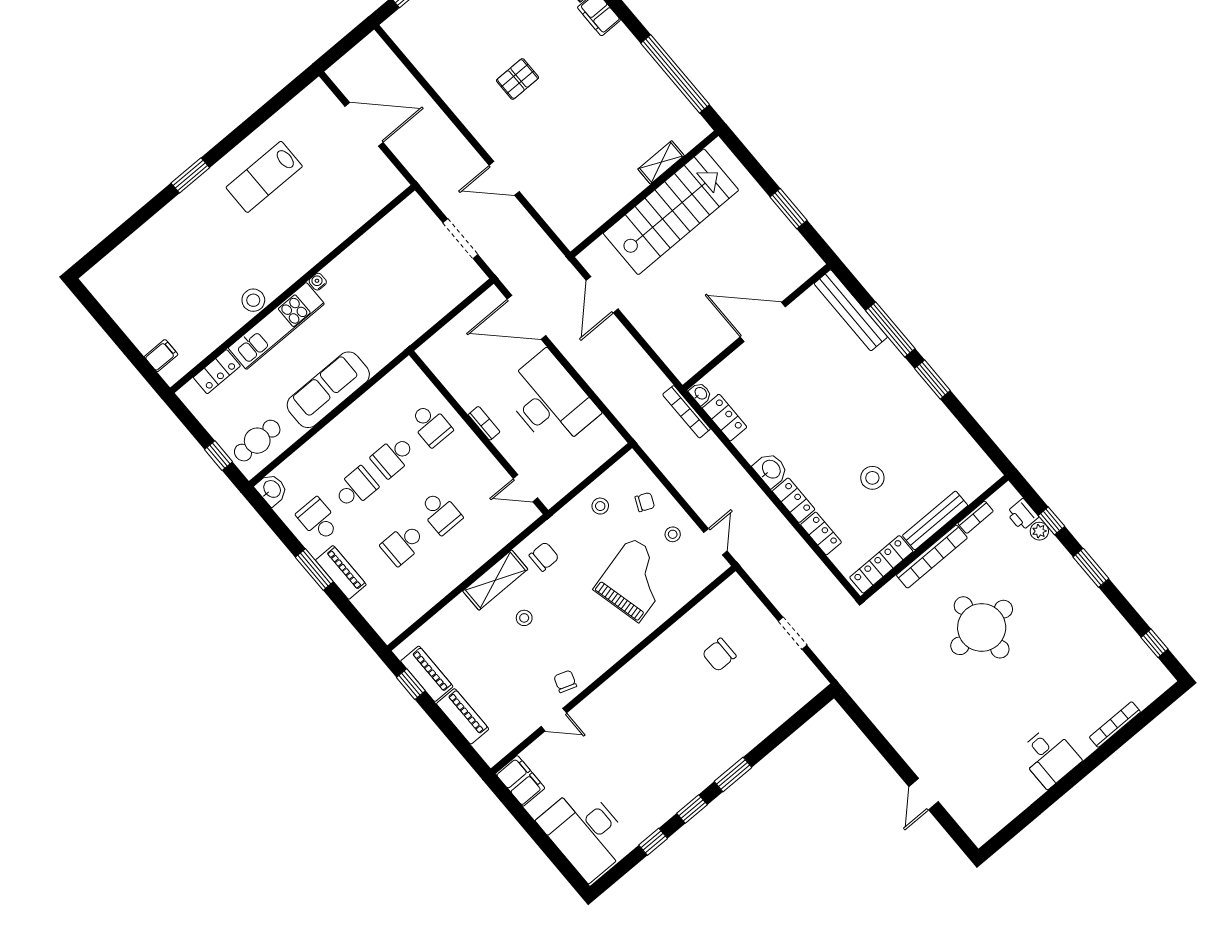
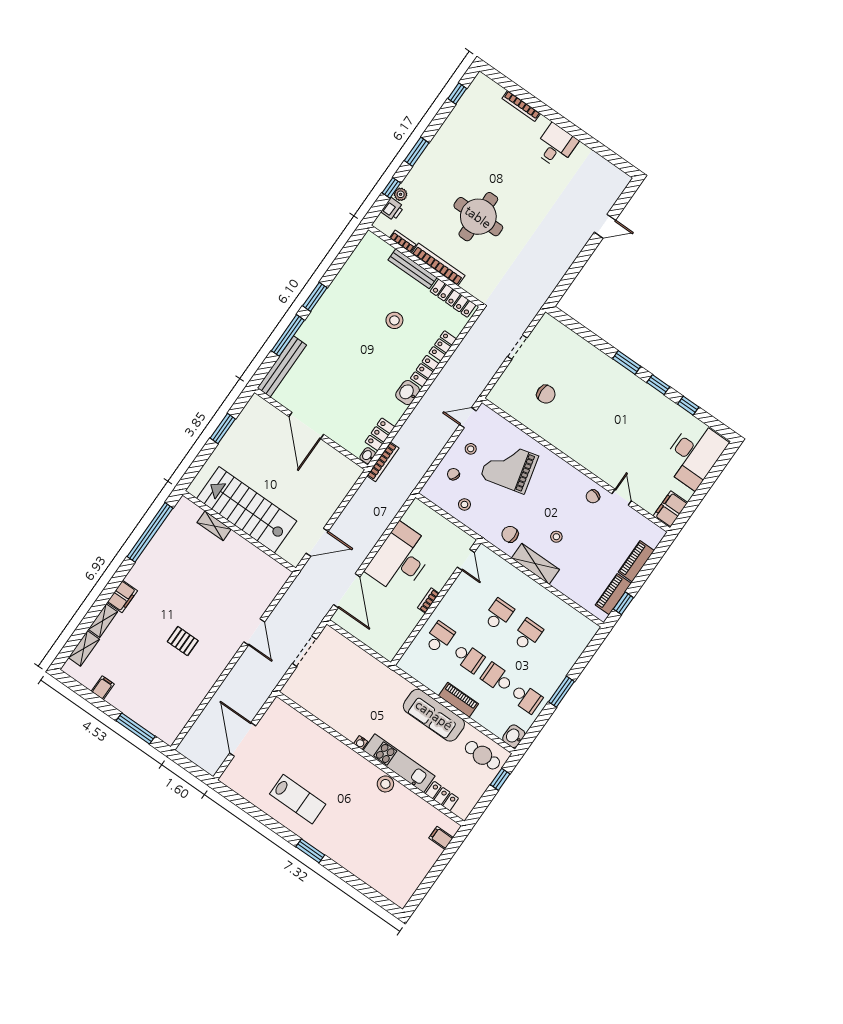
school desk: (318, 520) -> (526, 698), turned -90
school desk: (403, 544) -> (527, 635), turned -90
piano: (341, 572) -> (459, 700), moved, turned 90

